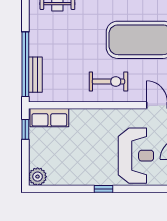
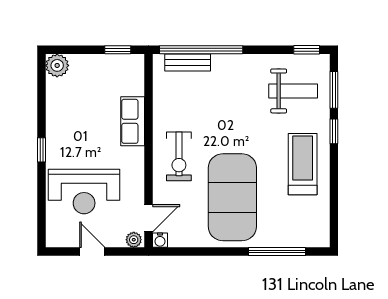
row of seats: (49, 118) -> (133, 121), moved

